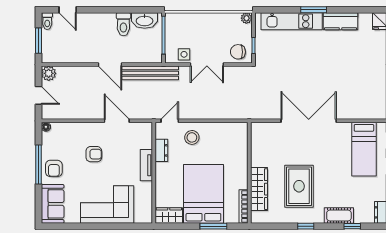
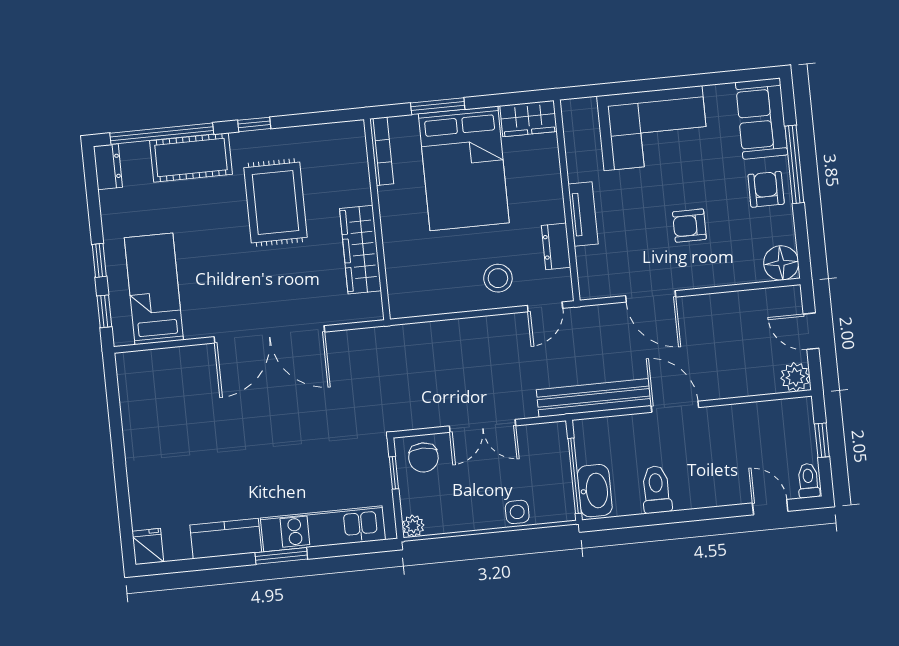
washbasin: (145, 20) -> (595, 491), moved, turned 90
window: (38, 41) -> (822, 440), width x0.67
chair: (238, 52) -> (423, 457), turned 90
side table: (184, 54) -> (517, 512), moved
double door: (207, 65) -> (483, 426), swing flipped
floor lamp: (46, 127) -> (781, 263), width x1.89, depth x1.89
window: (38, 164) -> (794, 164), moved
wardrobe: (259, 189) -> (361, 250), moved
cot: (339, 216) -> (191, 158), width x1.37, depth x1.34
window: (352, 226) -> (162, 134), width x3.17

